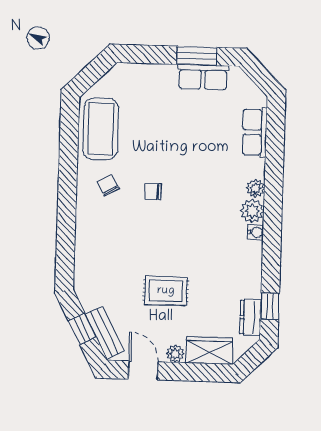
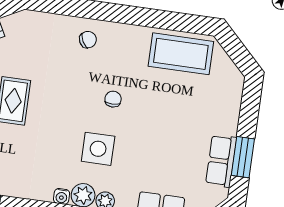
chair: (108, 185) -> (88, 40), moved
side table: (204, 201) -> (98, 149), added

